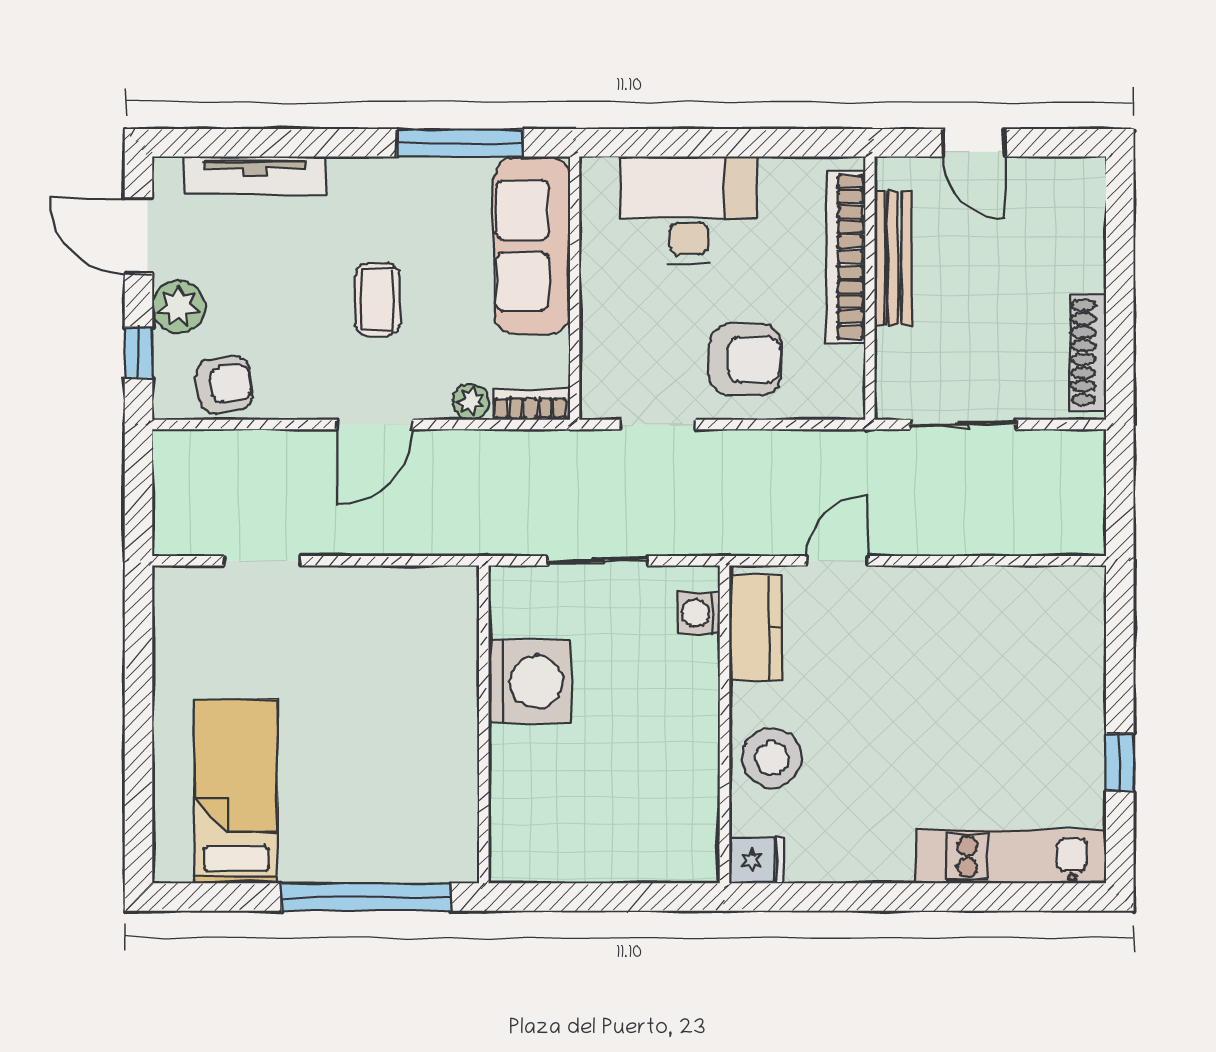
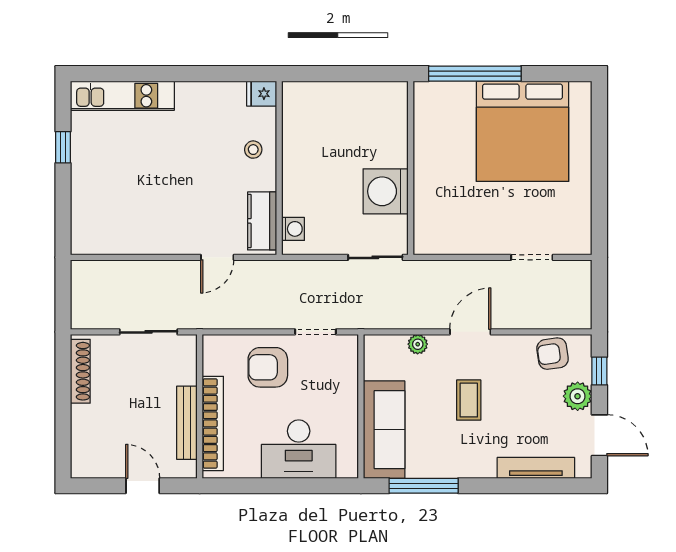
bookcase: (530, 405) -> (385, 343), removed
sliding door: (598, 561) -> (375, 257), moved
stool: (772, 758) -> (253, 150), width x0.53, depth x0.53
bed: (236, 791) -> (522, 131), width x2.04

